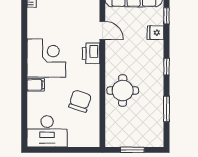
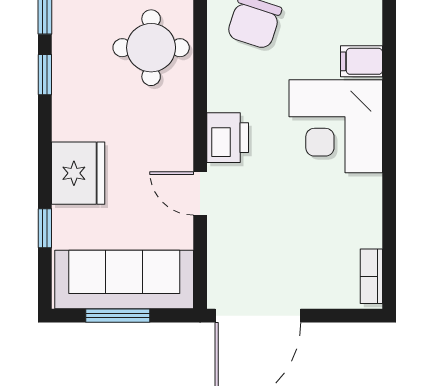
fridge: (156, 33) -> (78, 173), width x1.88, depth x1.34
window: (166, 67) -> (45, 75), moved

